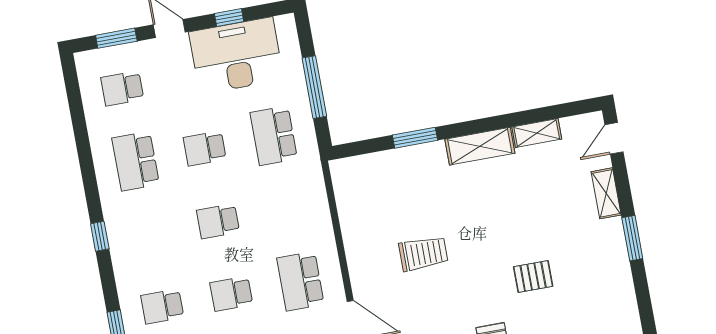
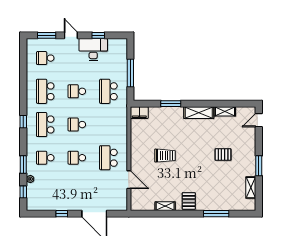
desk: (236, 56) -> (93, 49), width x0.73, depth x0.77
filing cabinet: (350, 170) -> (139, 113), added
shelving: (606, 193) -> (251, 188), moved
school desk: (149, 234) -> (45, 125), added
pallet: (533, 277) -> (223, 154), moved

